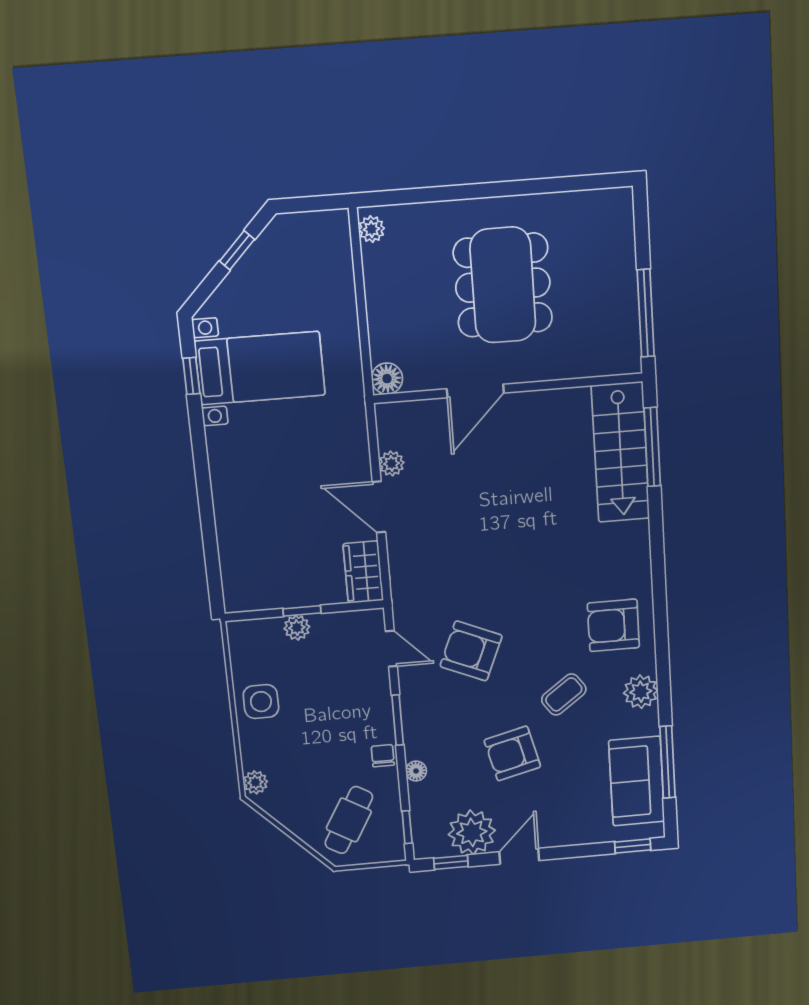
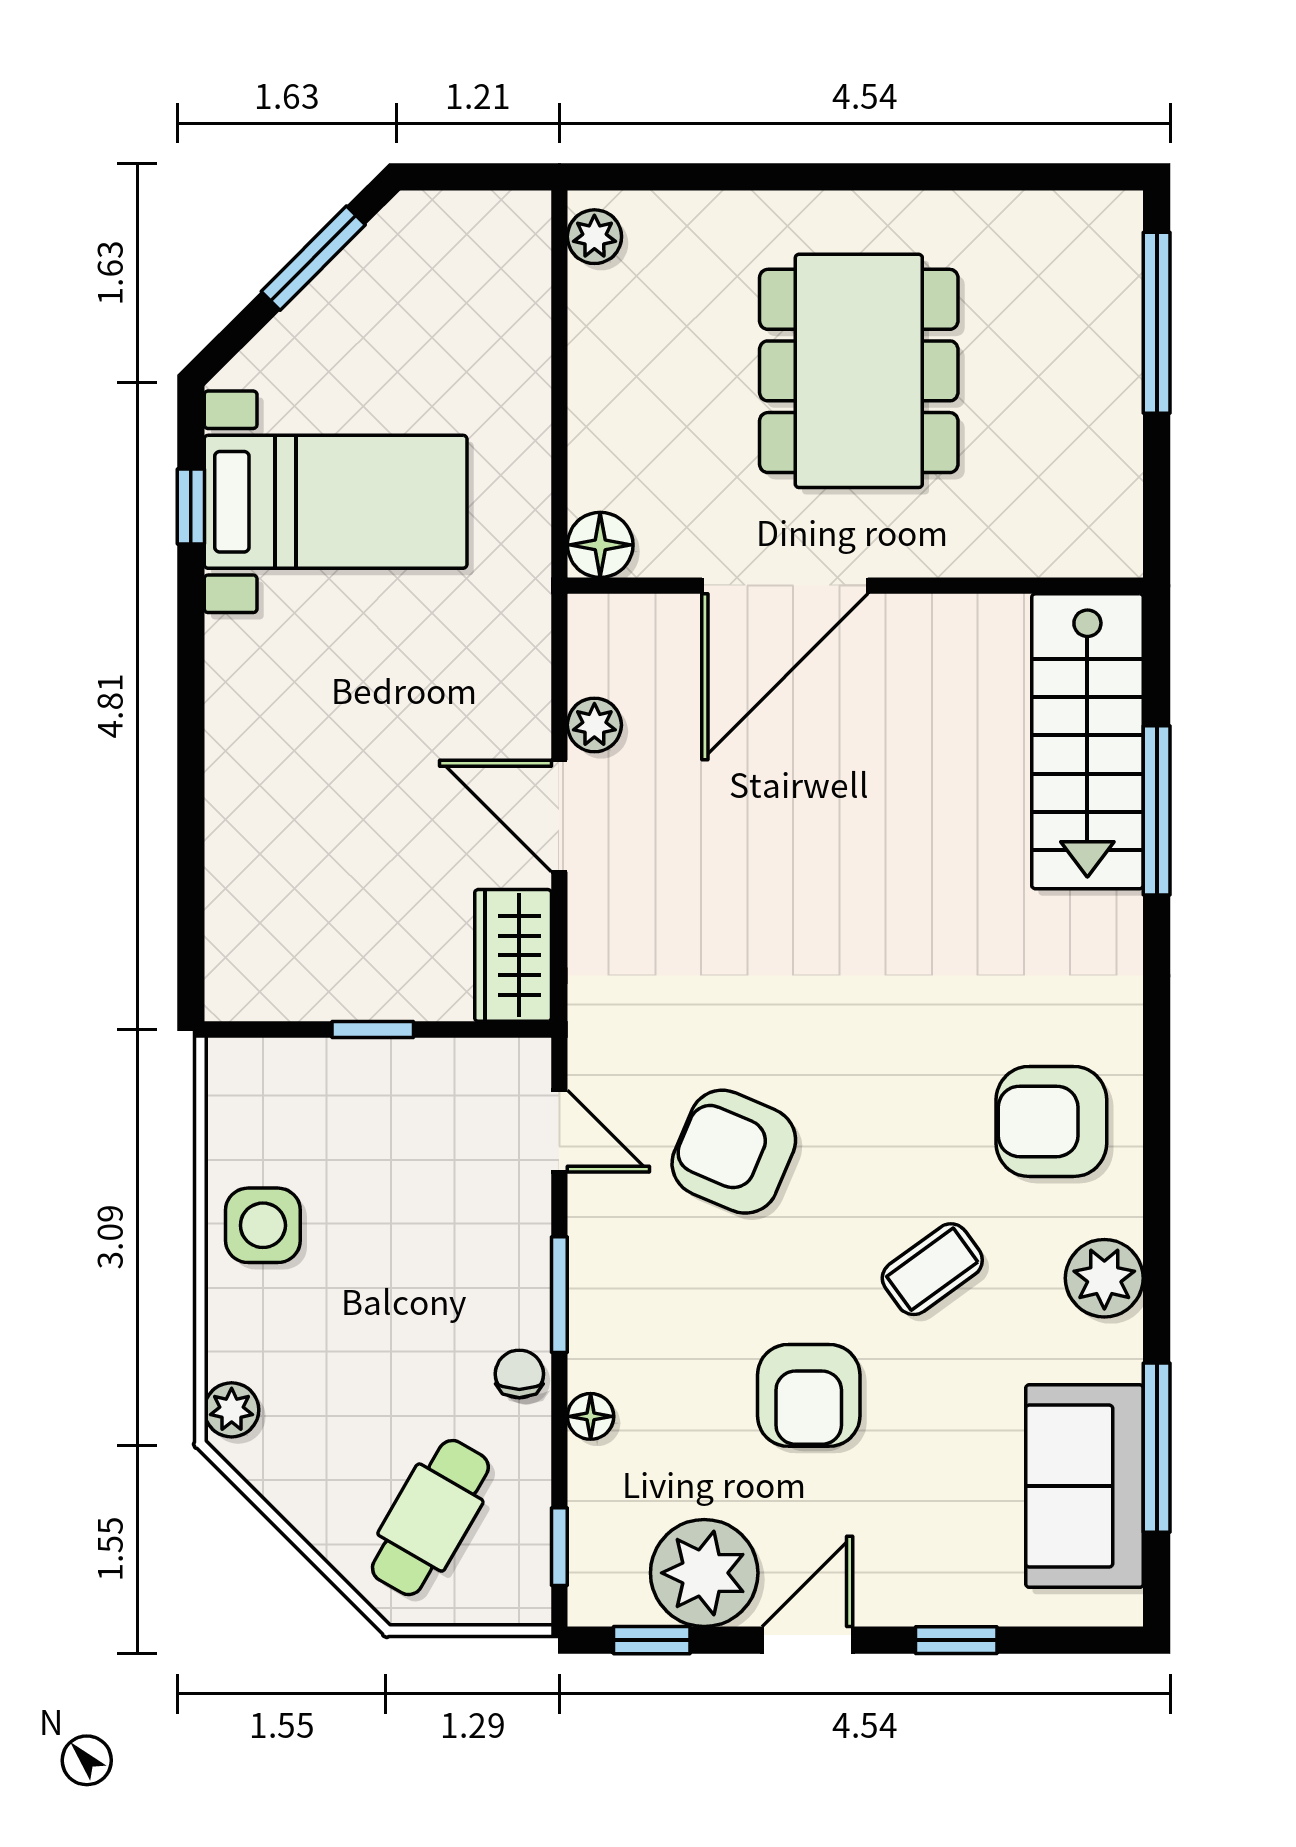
window: (237, 250) -> (313, 258), width x1.50
window: (646, 313) -> (1157, 323), moved
door: (475, 391) -> (785, 586), width x1.36
window: (652, 447) -> (1157, 810), moved
plant: (297, 628) -> (358, 1066), removed
armchair: (512, 753) -> (809, 1395), turned -76
window: (633, 846) -> (956, 1640), moved

